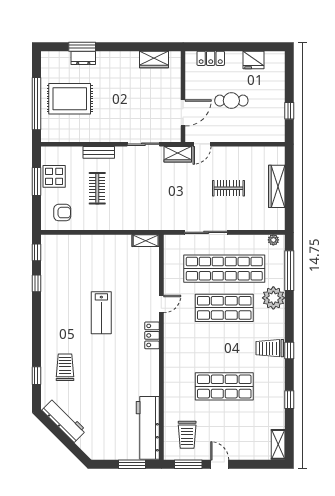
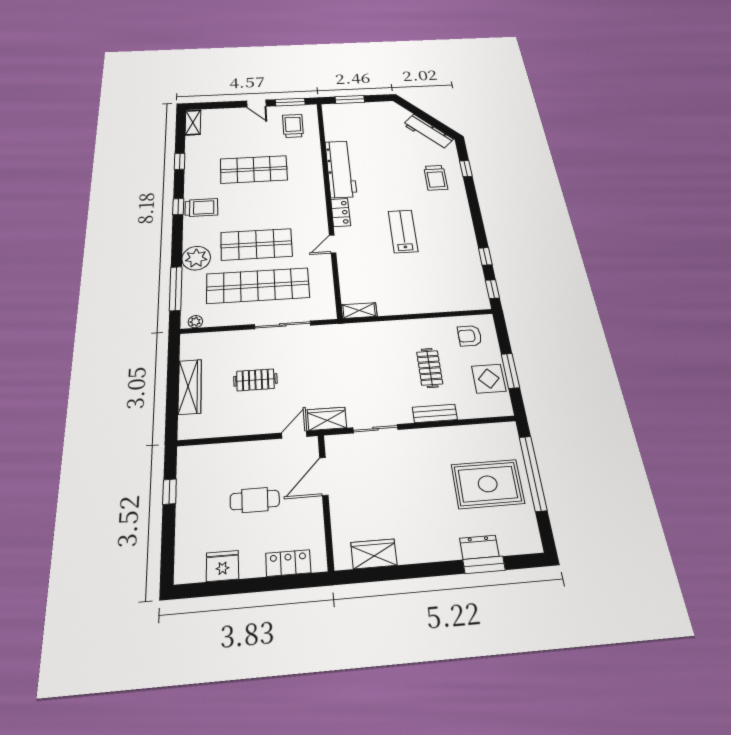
workbench: (148, 428) -> (341, 169), moved

